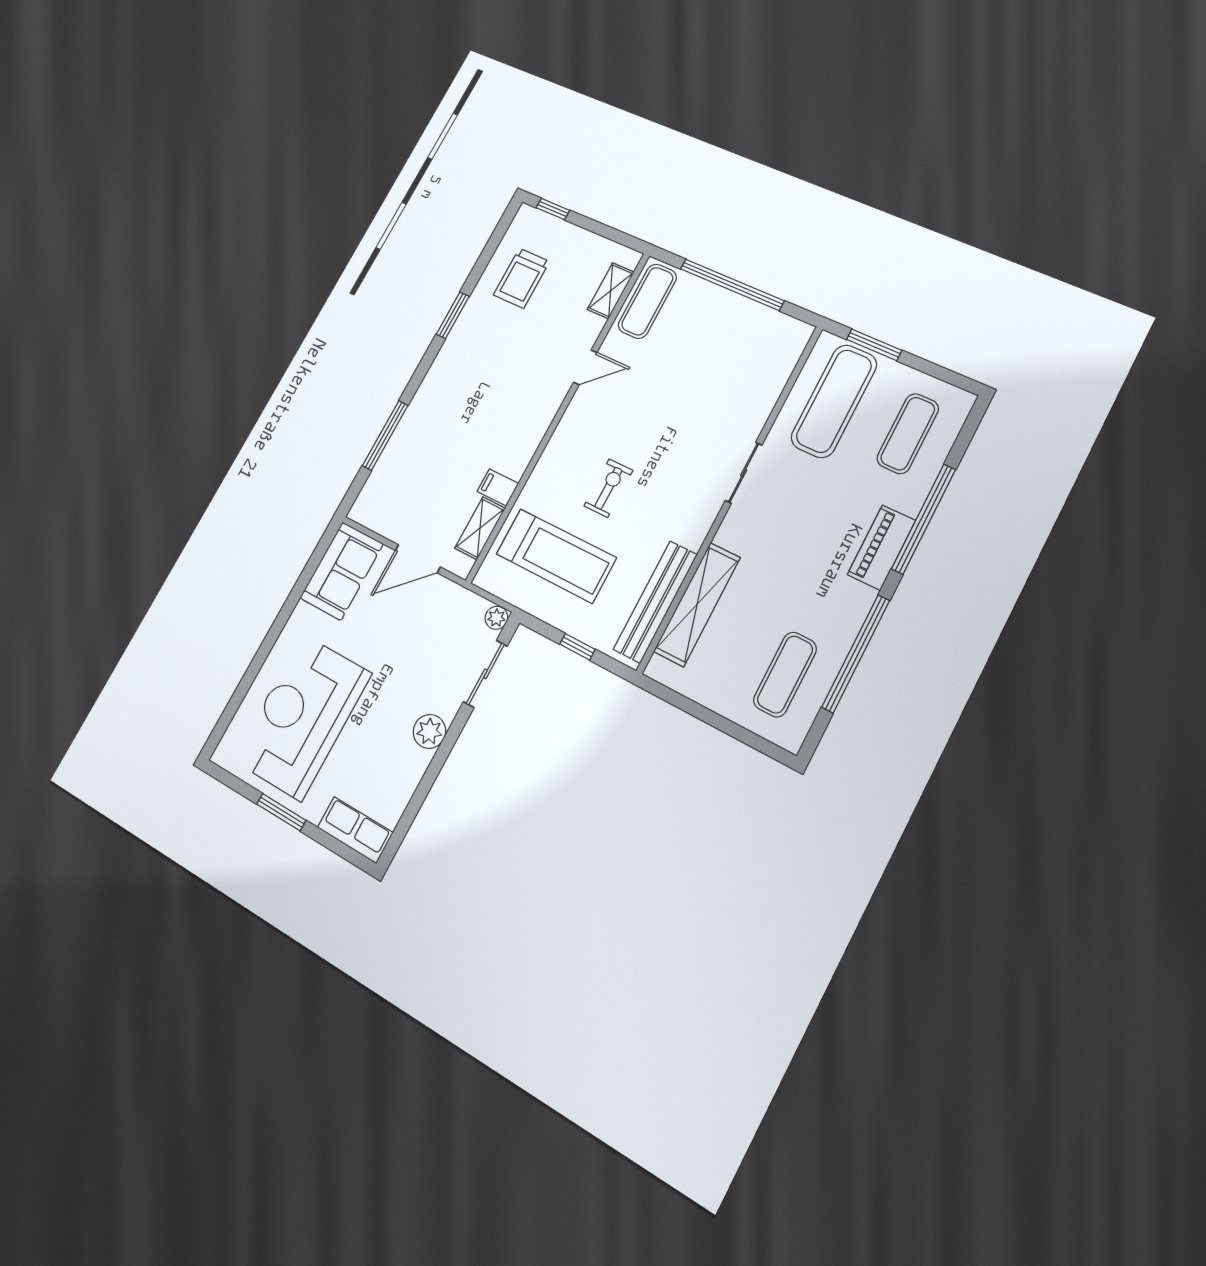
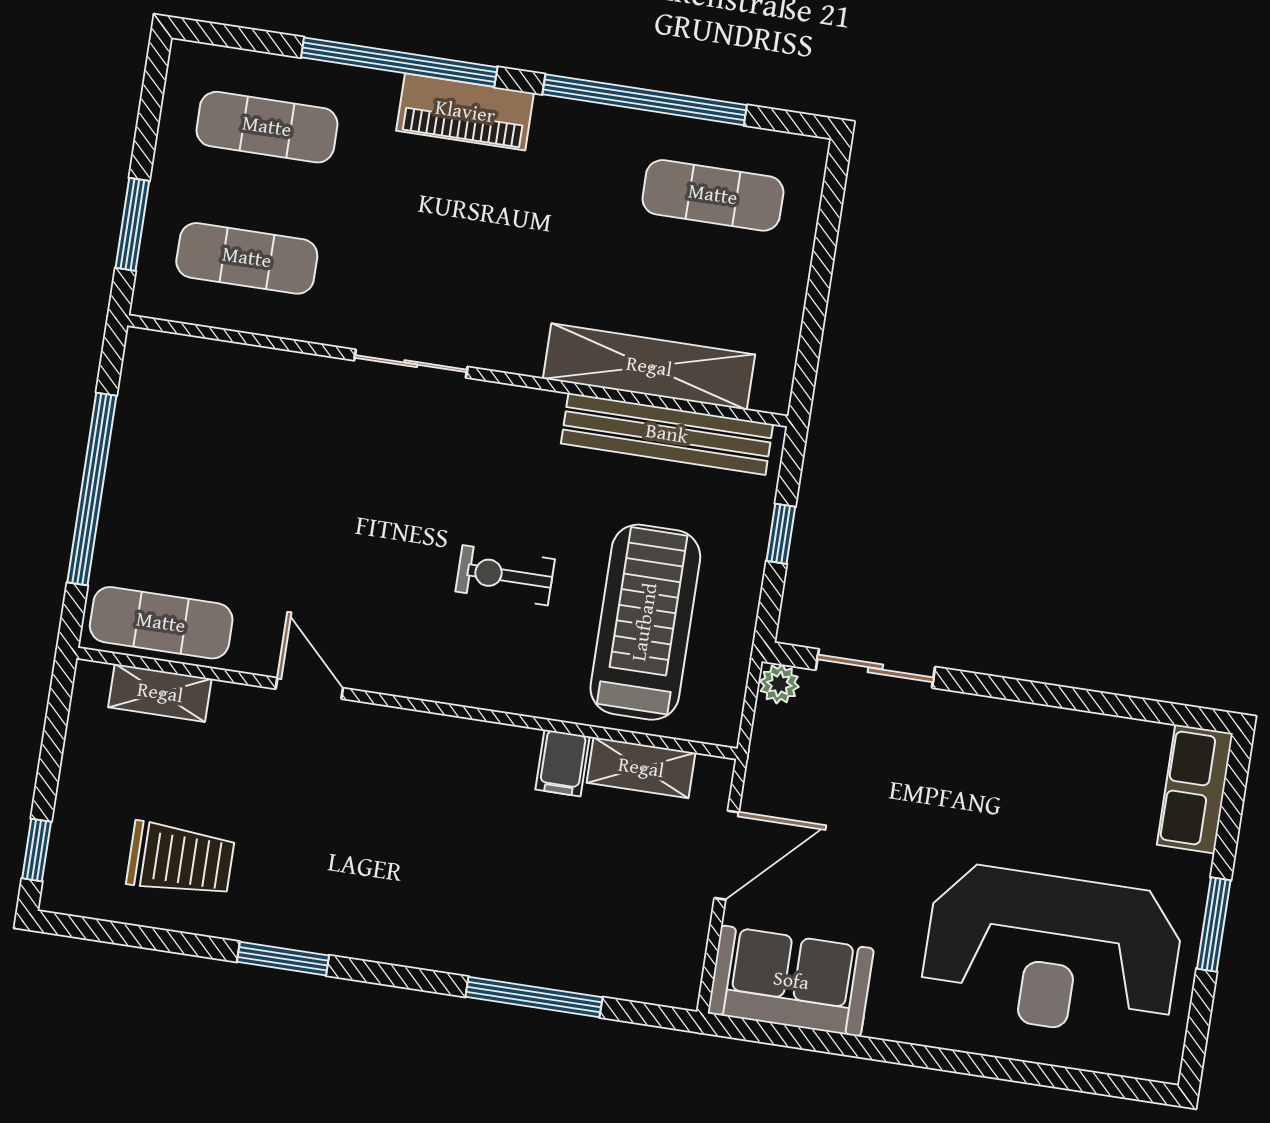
exercise mat: (834, 401) -> (247, 258), width x0.73, depth x0.69
door: (418, 559) -> (727, 855), hinge flipped
plant: (429, 731) -> (998, 726), removed

